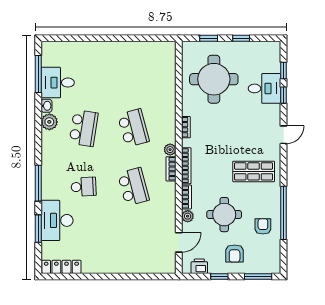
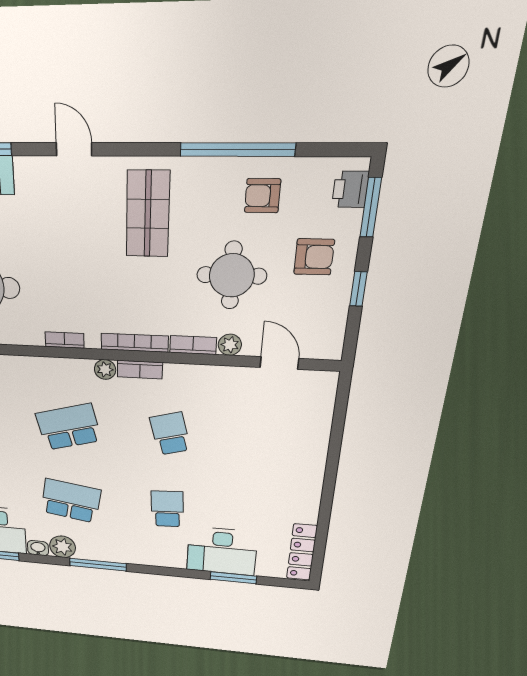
window: (38, 183) -> (98, 565), moved
school desk: (133, 187) -> (170, 434), width x0.54
printer: (199, 266) -> (350, 189), moved

